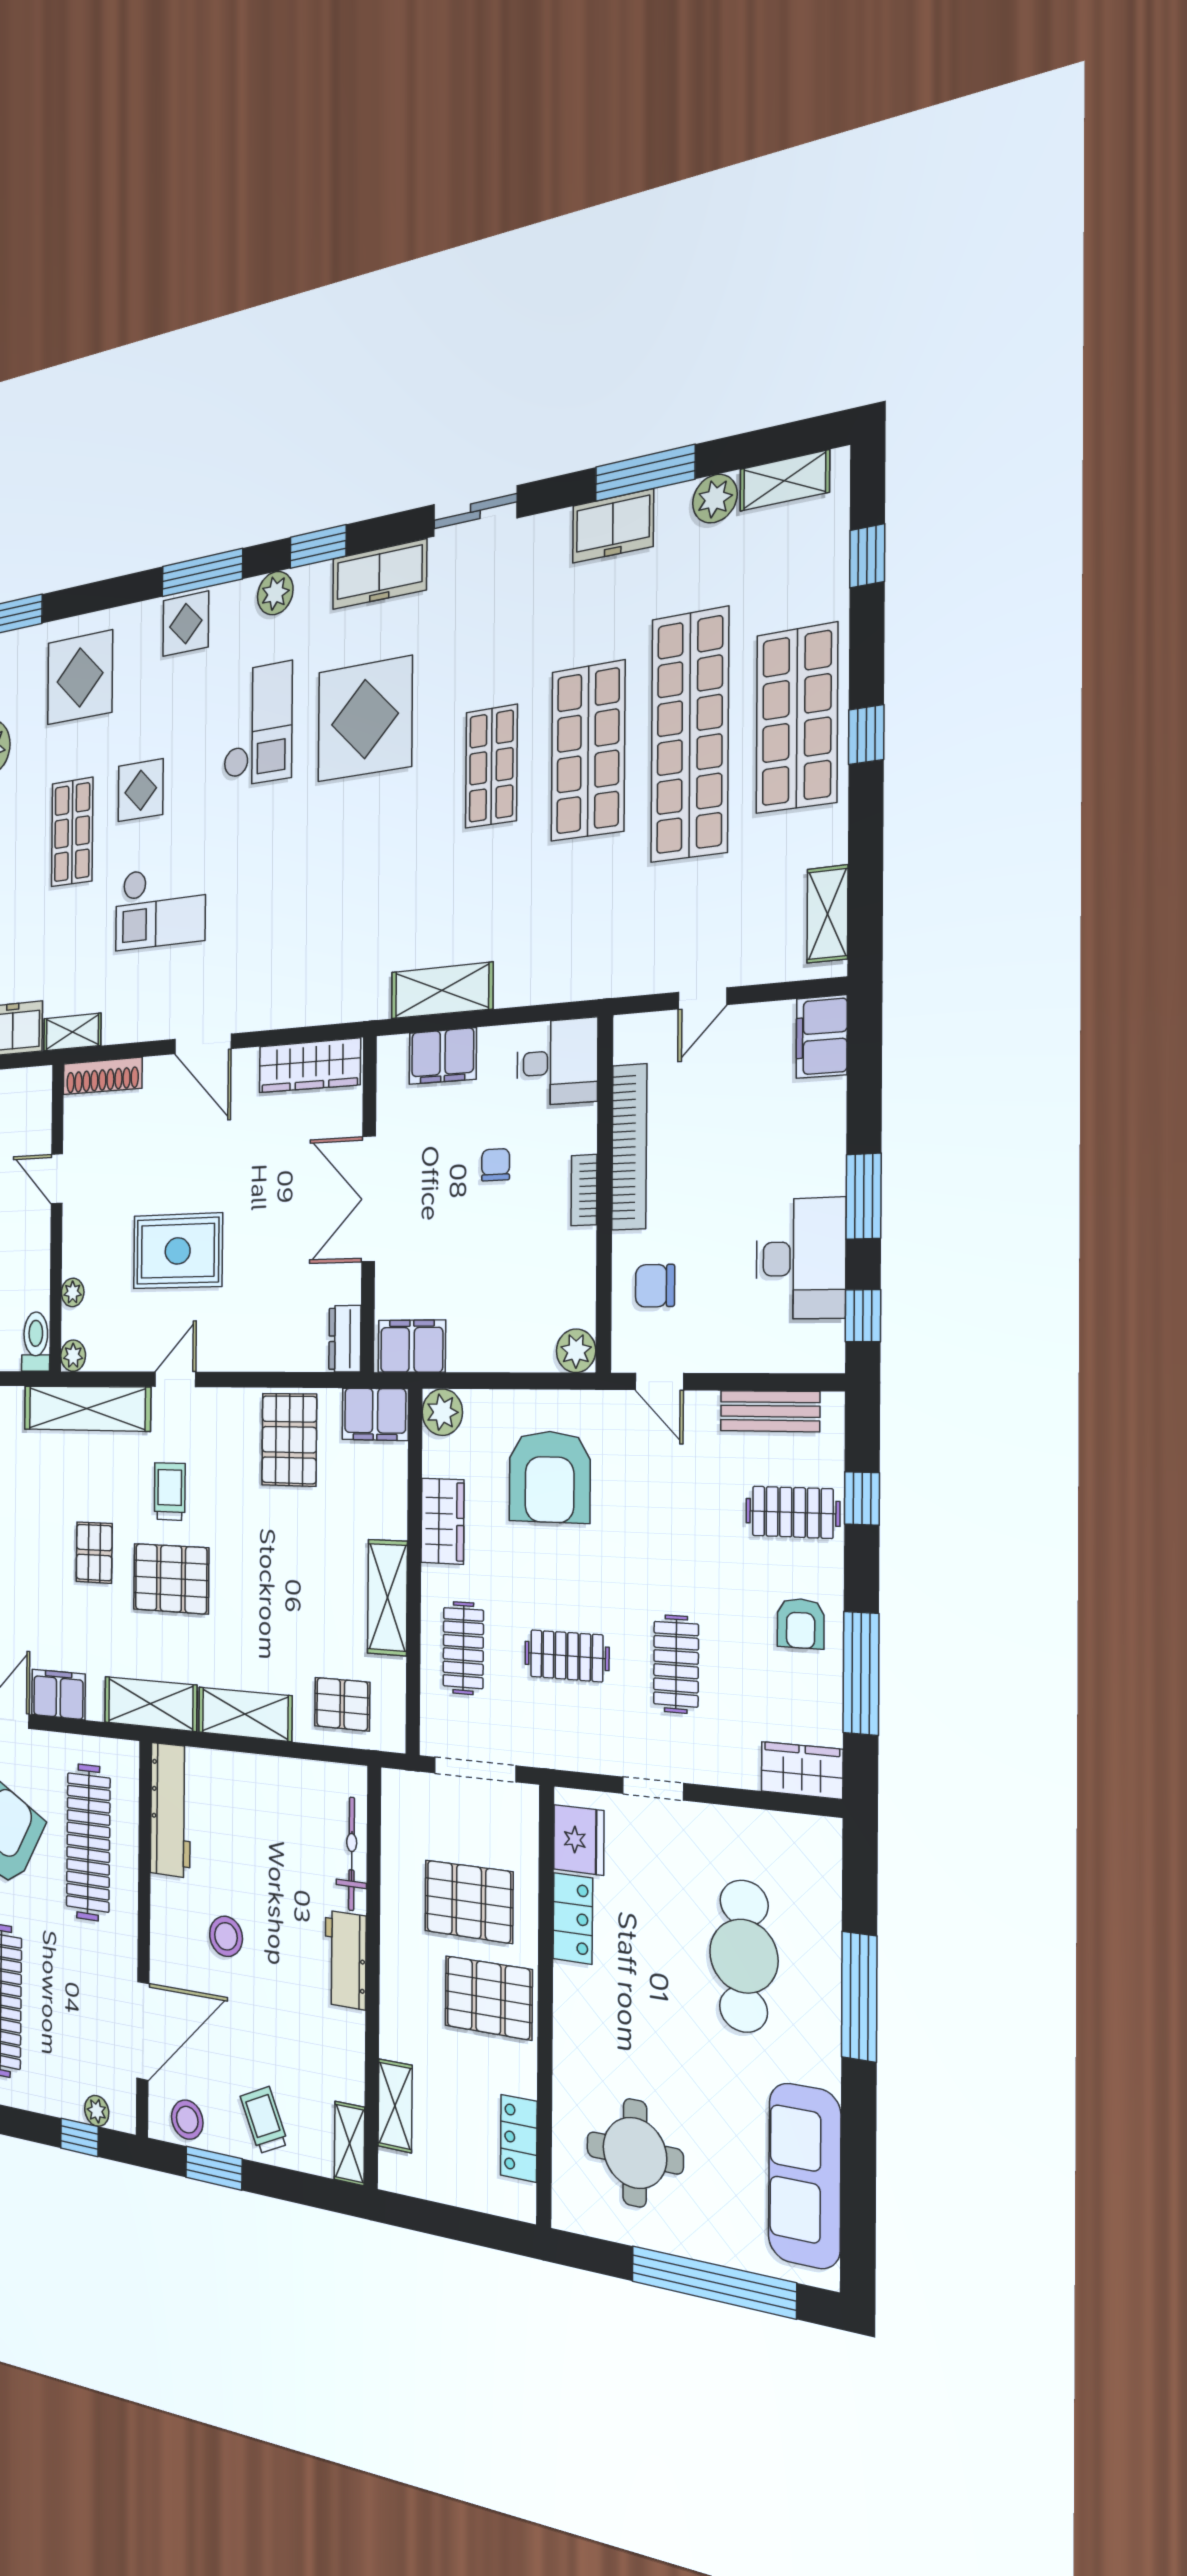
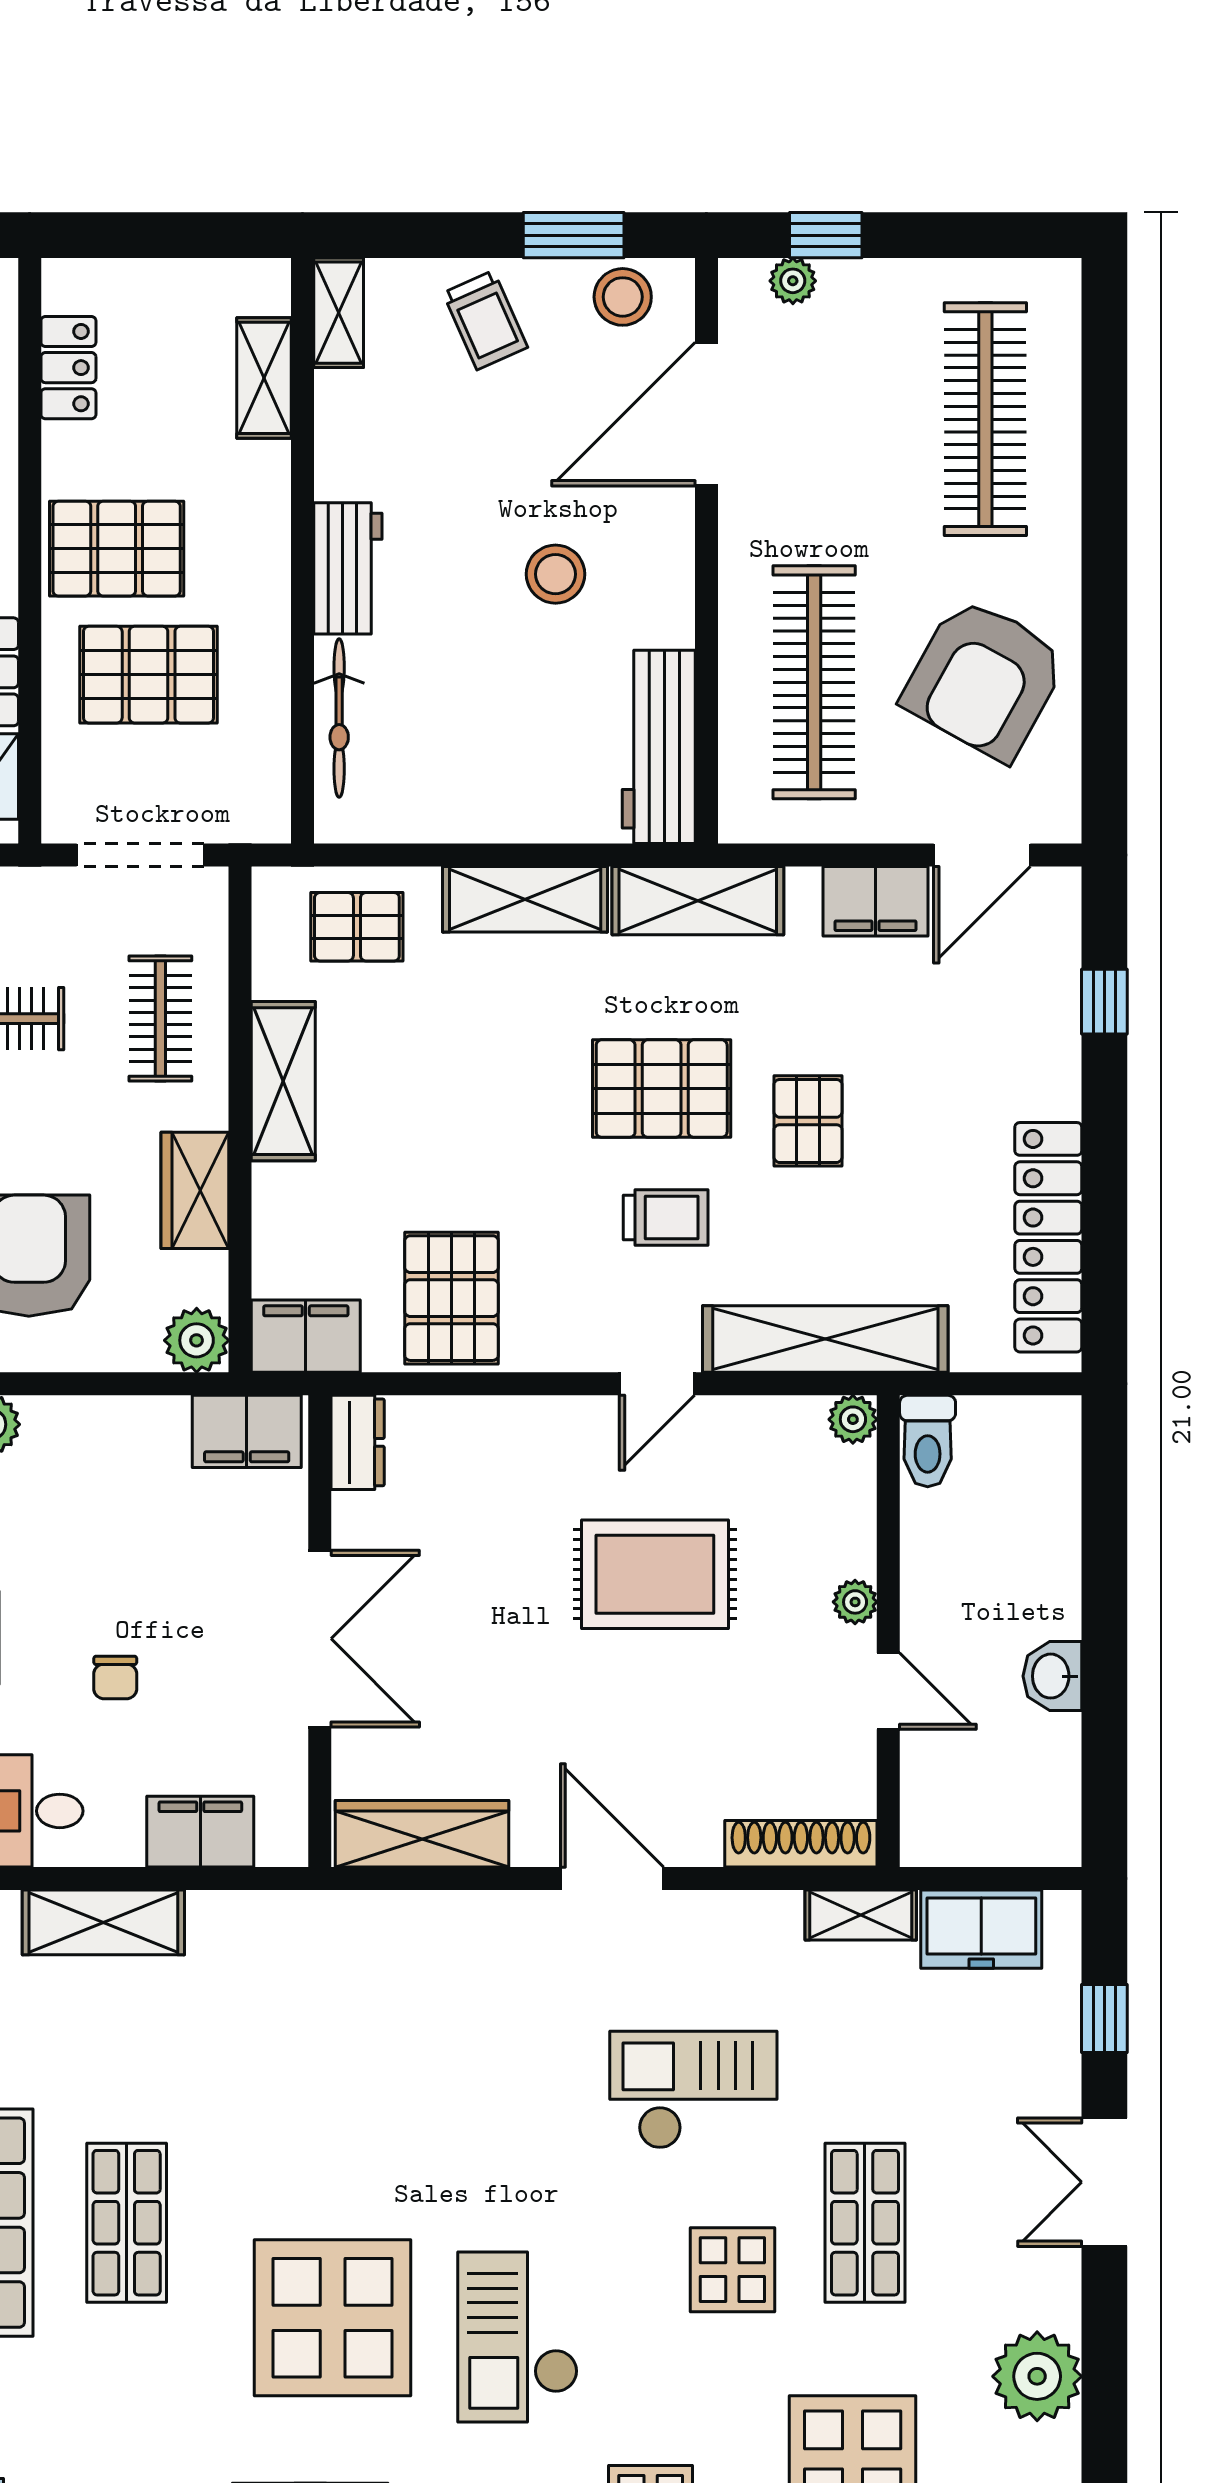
shelving: (442, 991) -> (103, 1922), moved
plant: (73, 1292) -> (855, 1602), moved
trolley: (170, 1492) -> (666, 1217), turned -90

